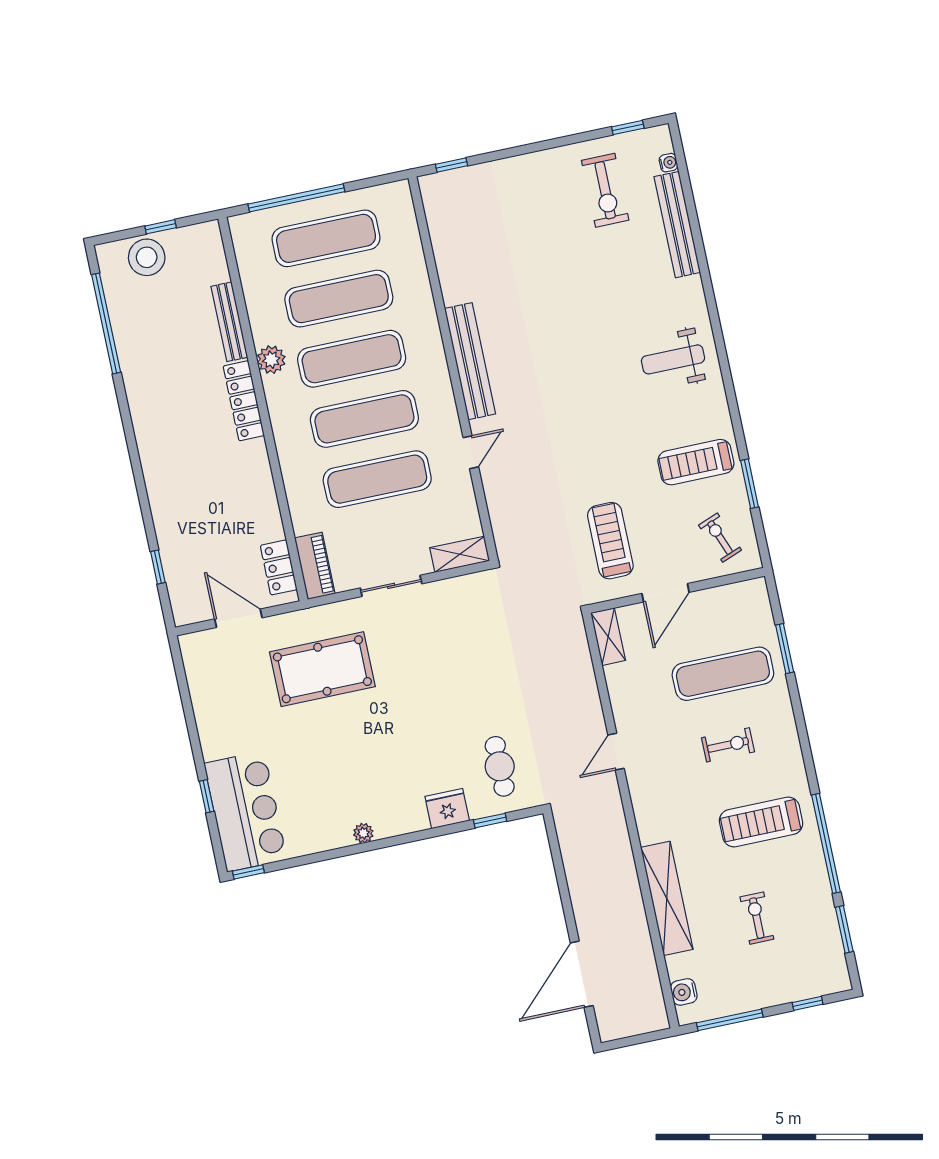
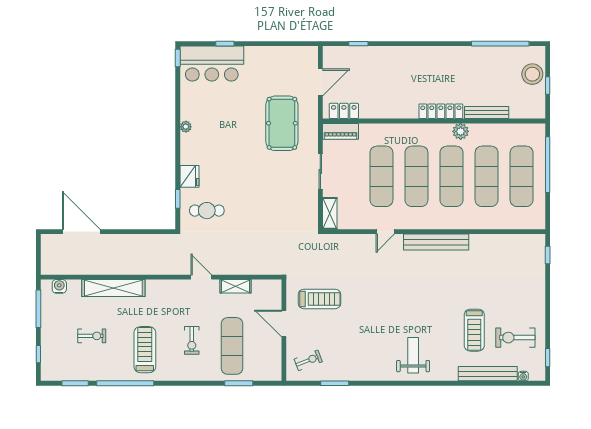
door: (471, 452) -> (385, 232), hinge flipped
treadmill: (696, 462) -> (474, 330), moved, turned 180
shelving: (608, 637) -> (236, 286), moved

